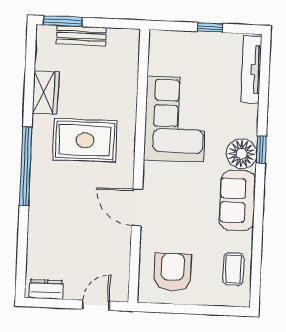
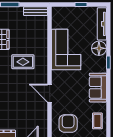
bench: (81, 36) -> (36, 11), moved
rug: (85, 140) -> (23, 62), width x0.73, depth x0.70
floor lamp: (242, 154) -> (99, 48), moved

